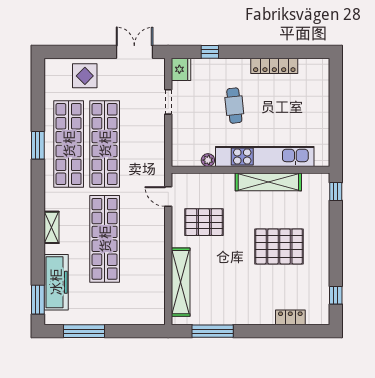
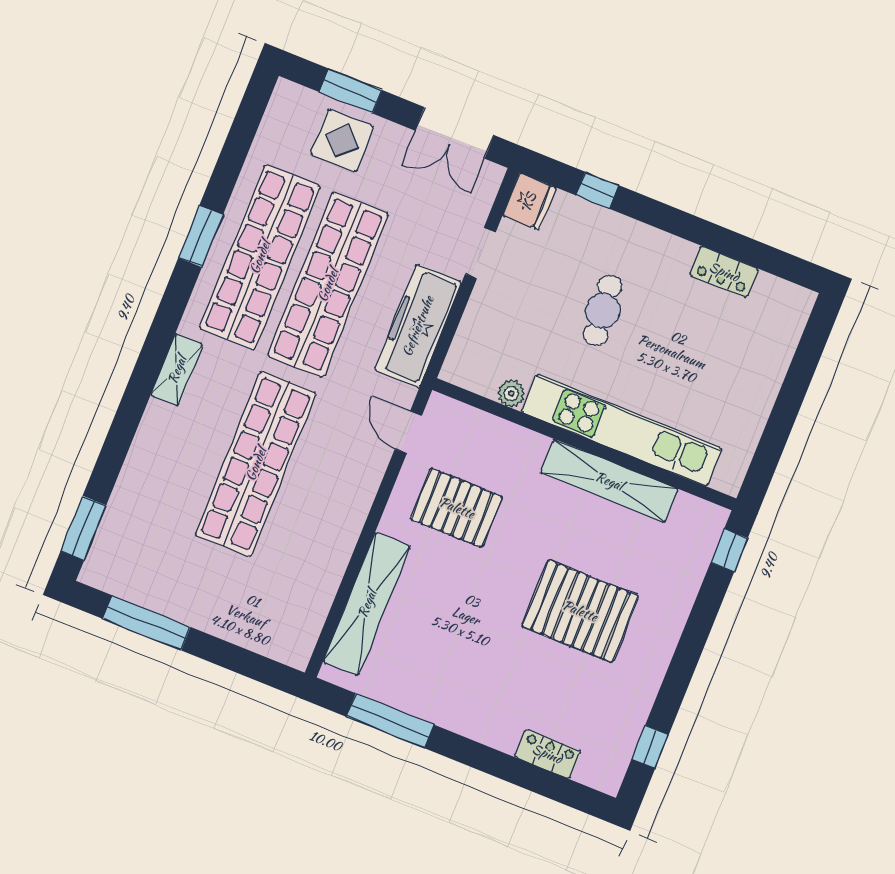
window: (80, 52) -> (351, 91), added
double door: (134, 52) -> (455, 133), swing flipped
locker: (274, 66) -> (724, 272), width x0.66
shelving: (51, 227) -> (177, 370), moved
freezer: (56, 282) -> (418, 326), moved, turned 180

